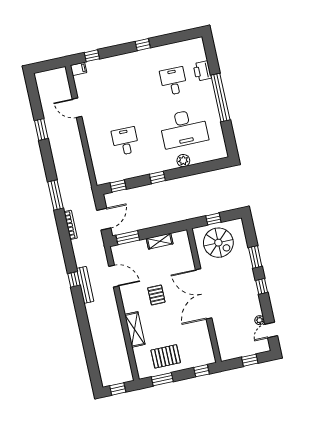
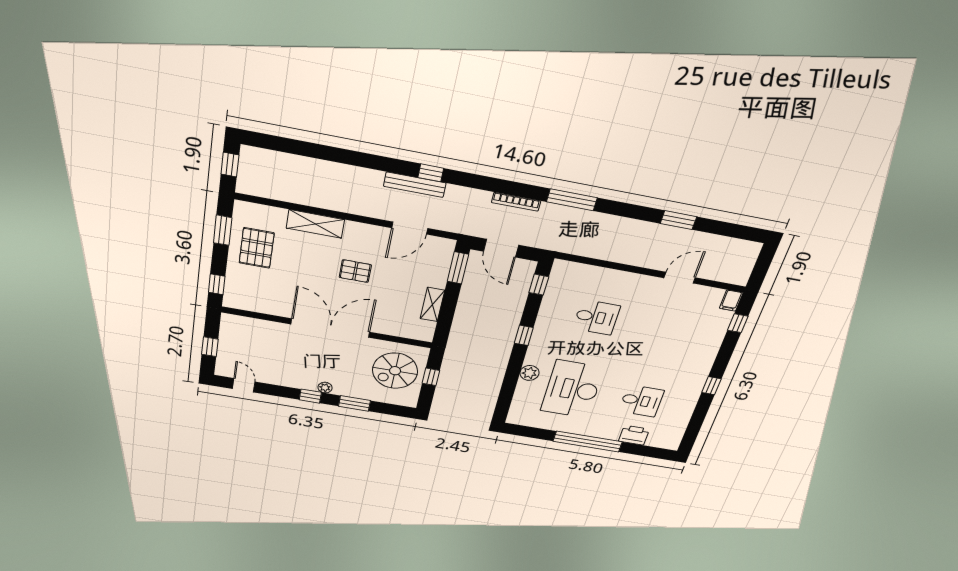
plant: (259, 320) -> (325, 388), moved

